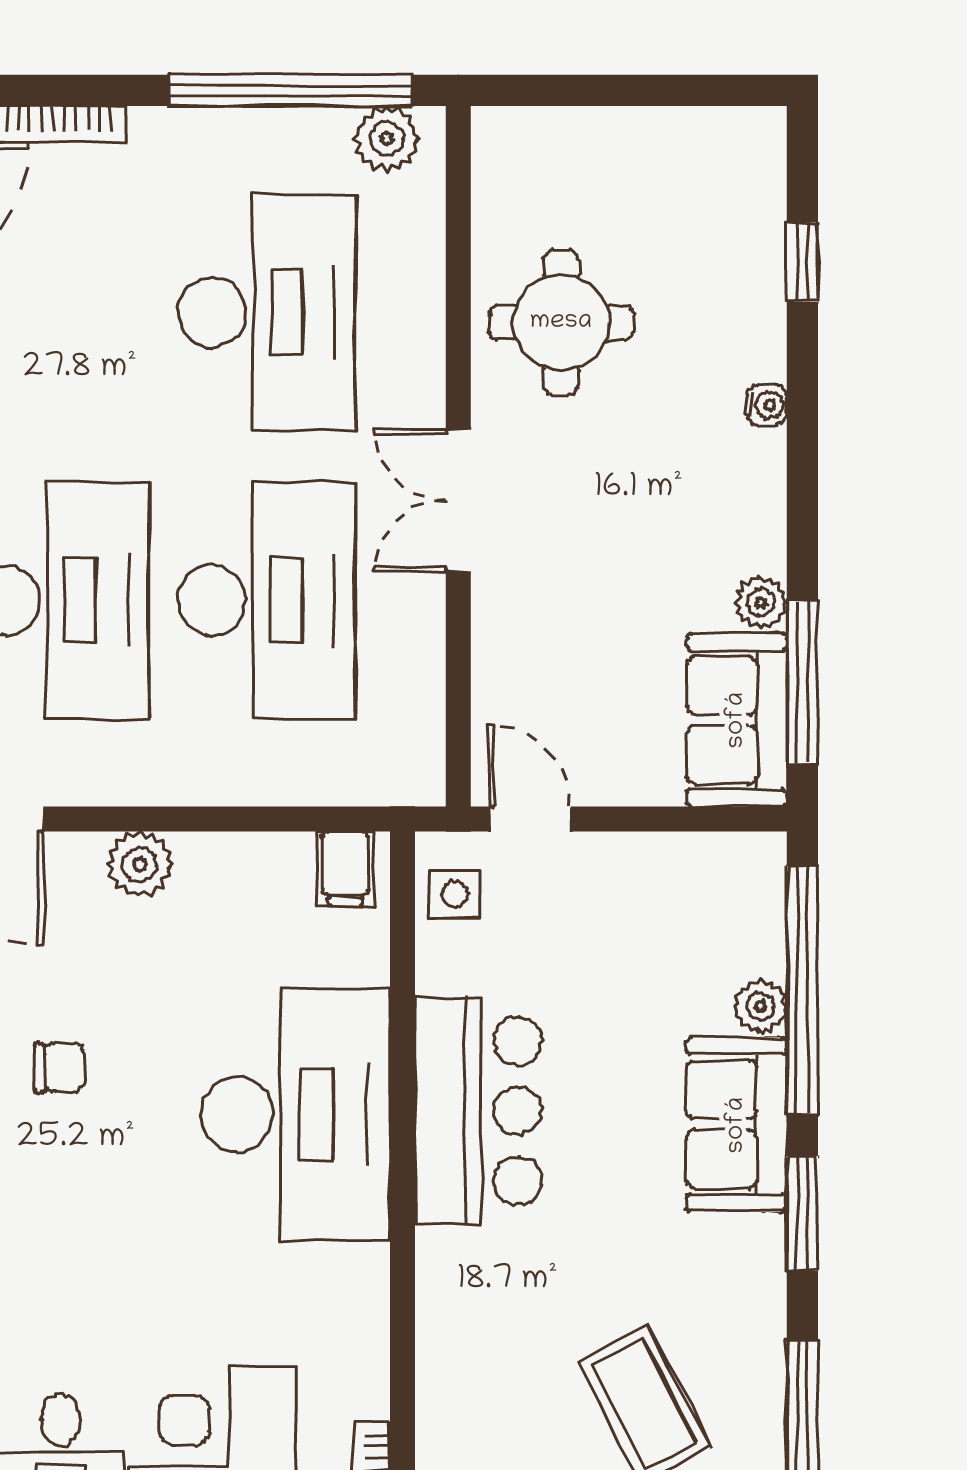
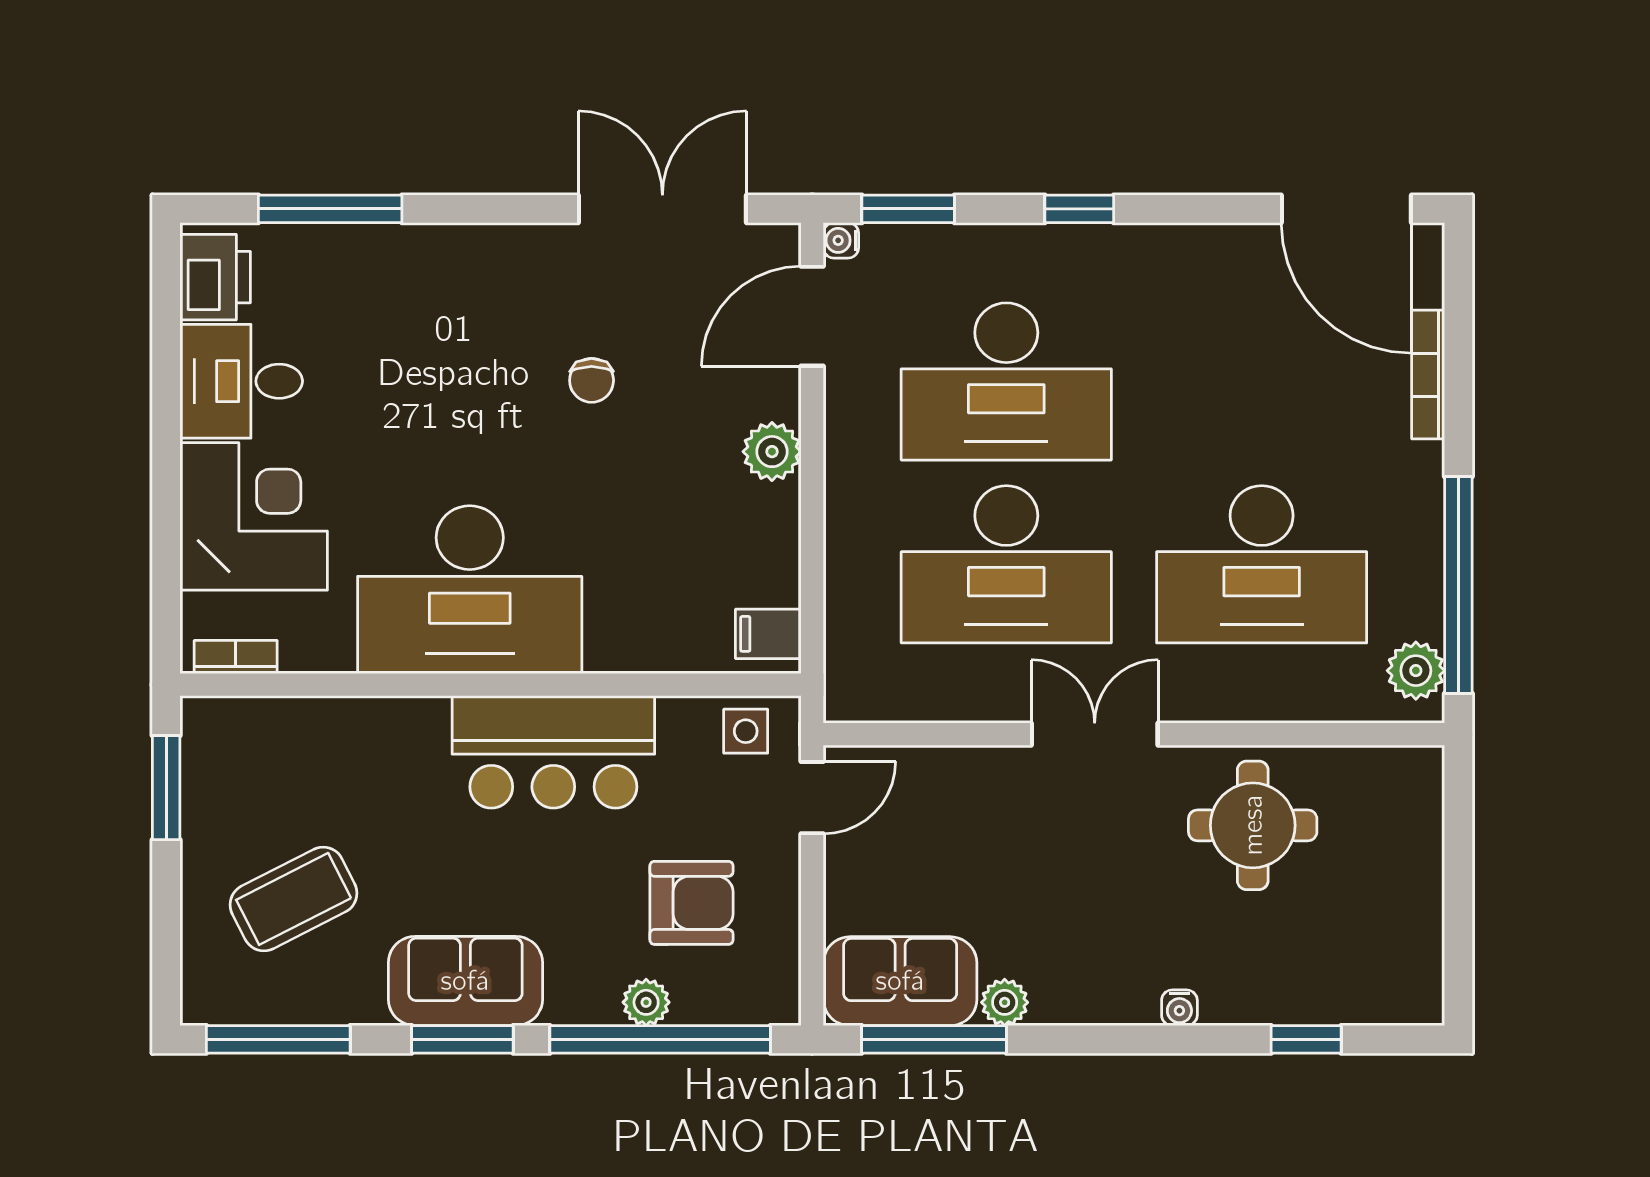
armchair: (649, 955) -> (691, 903), added
desk: (295, 1115) -> (470, 590), moved
sofa: (737, 1125) -> (465, 981), moved

